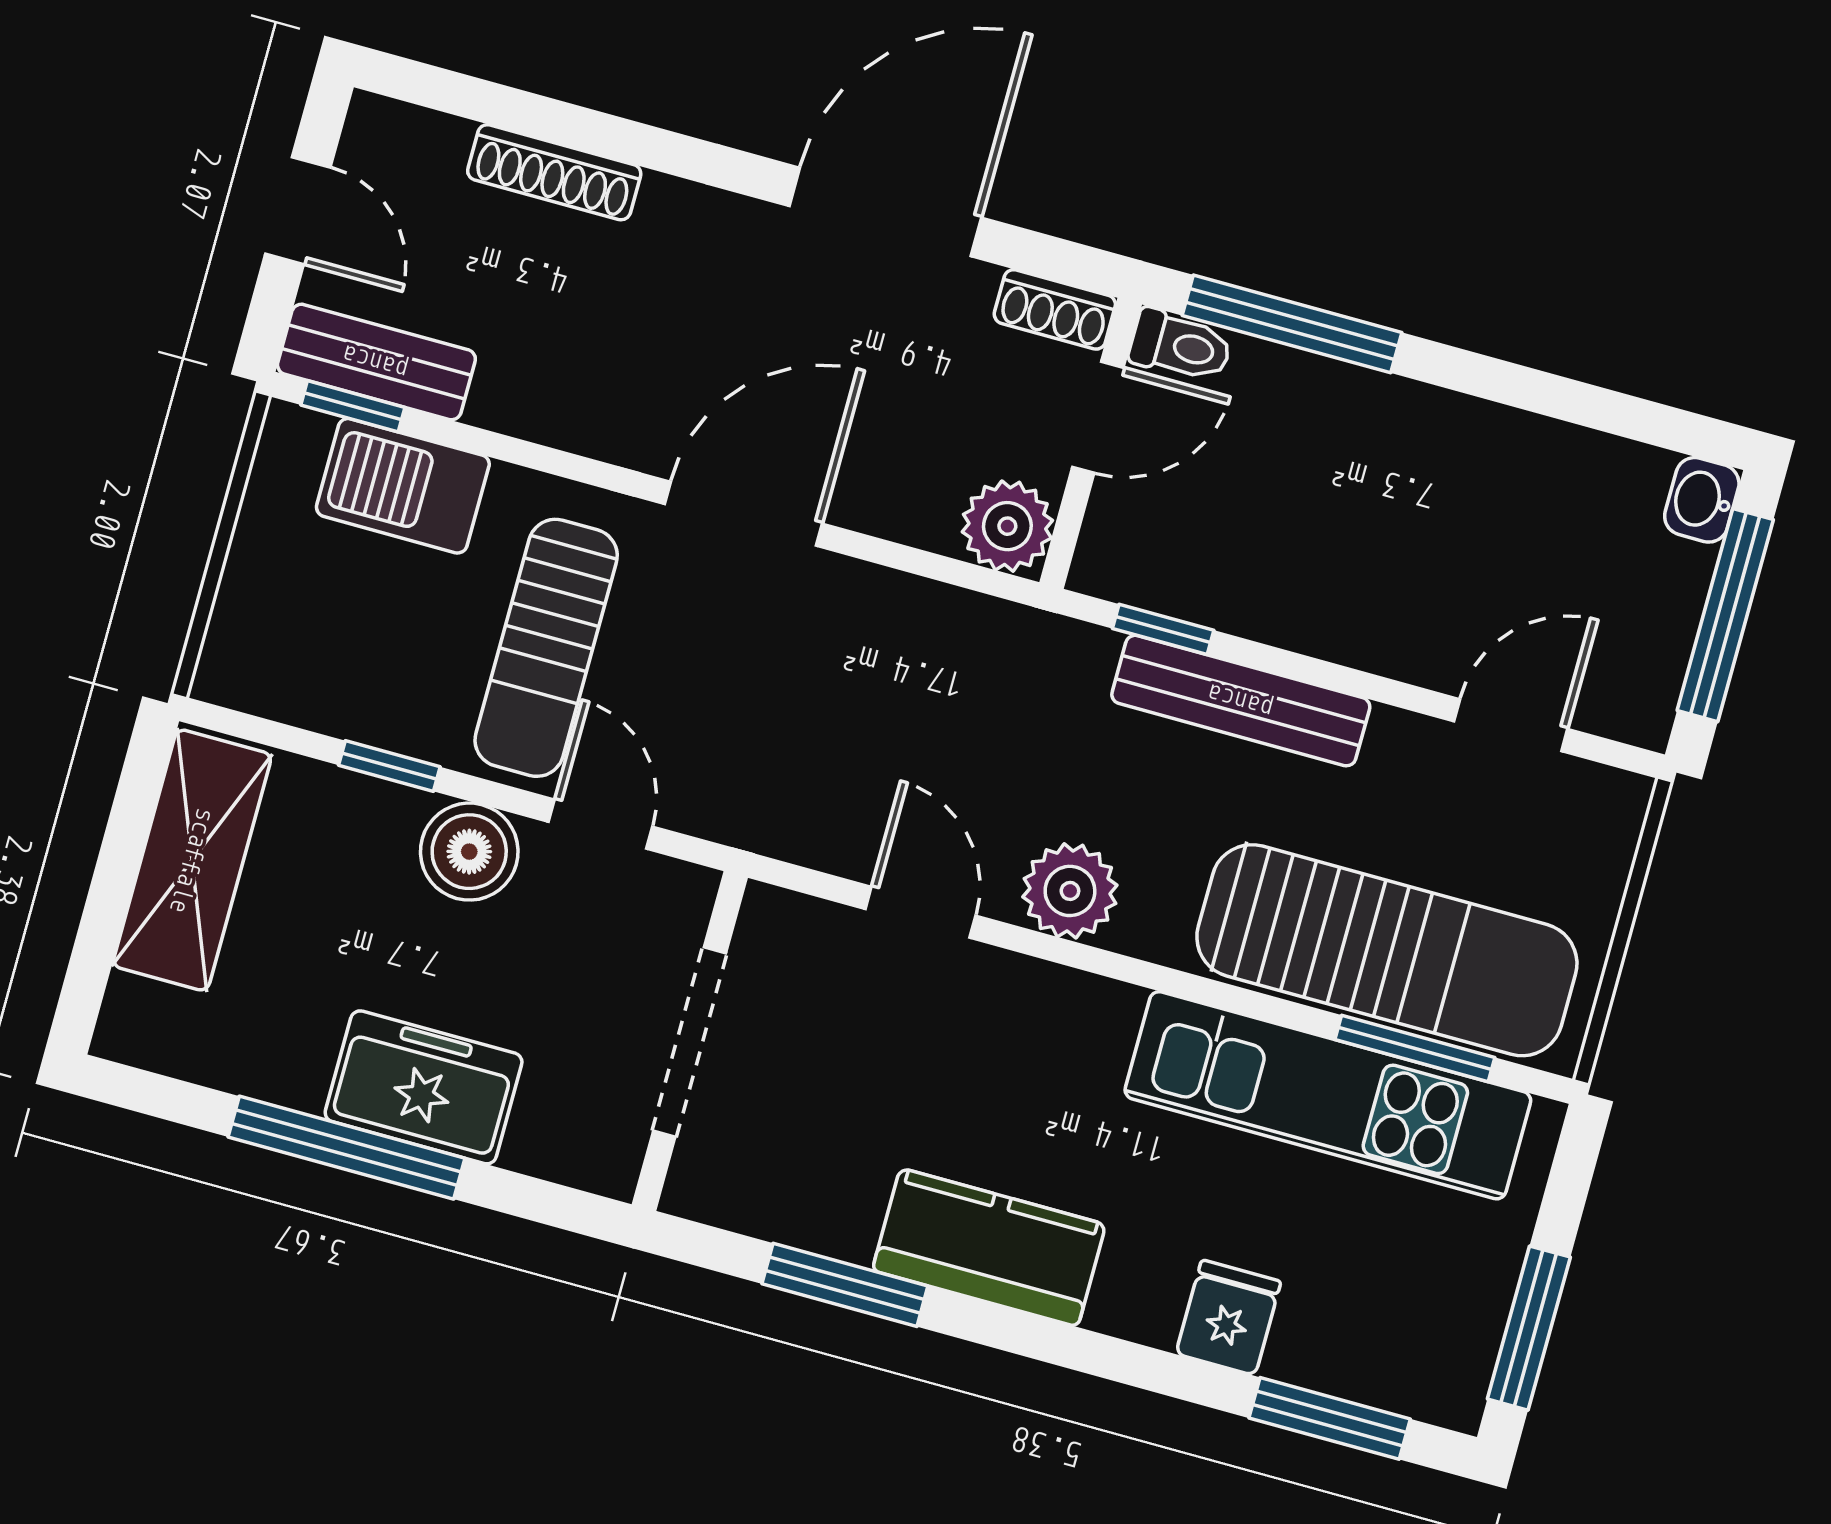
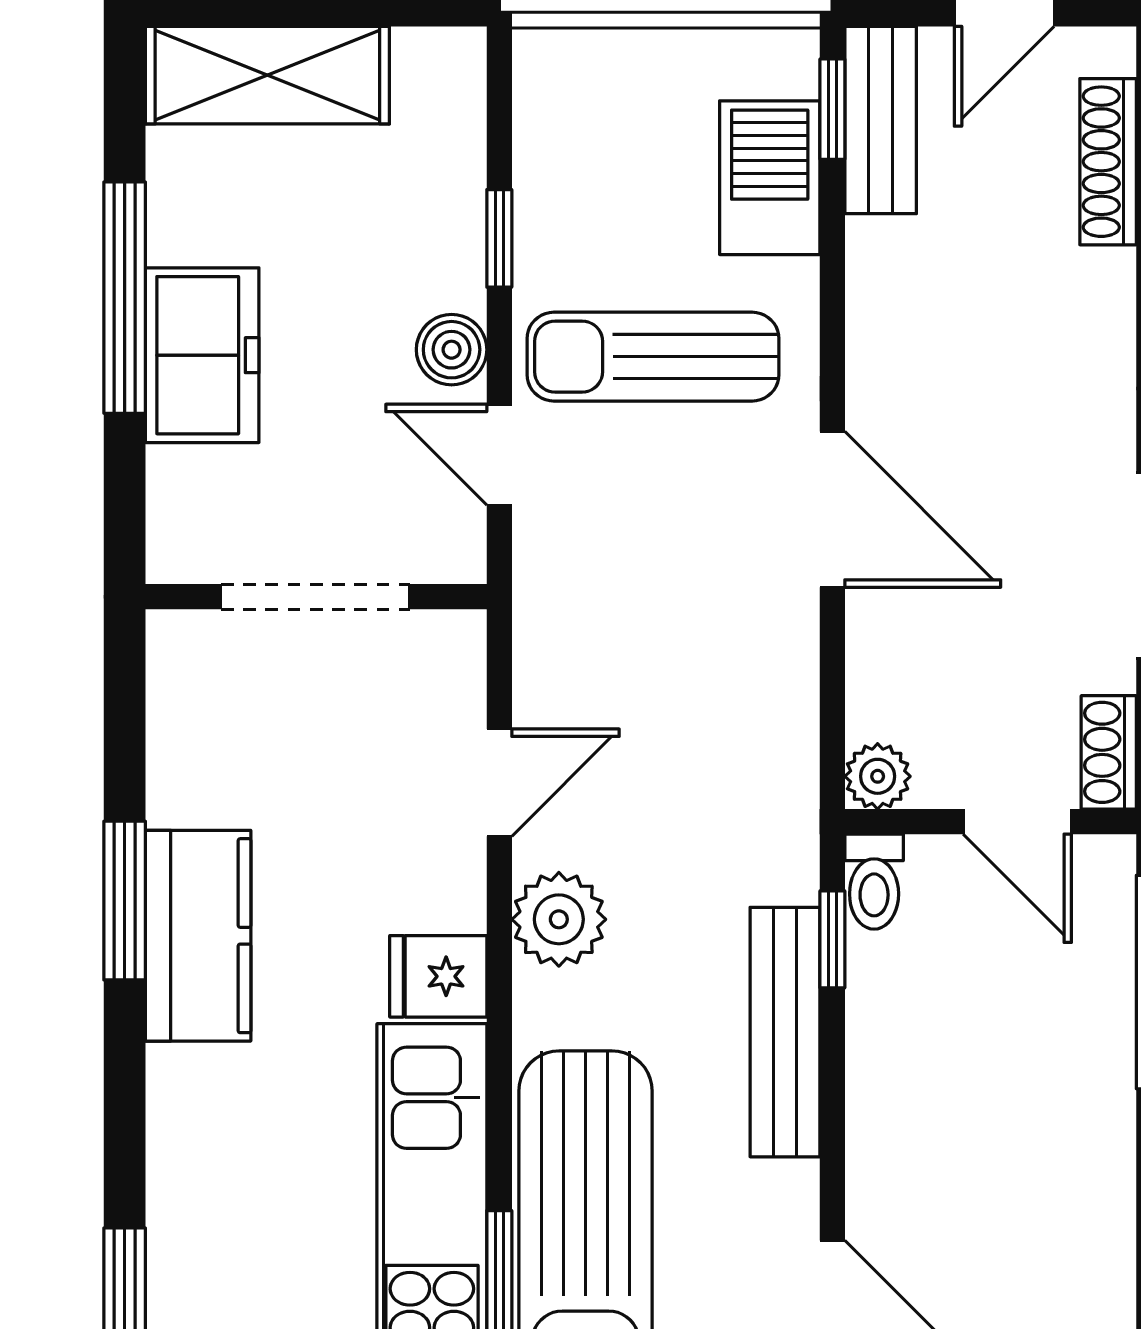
shoe rack: (554, 172) -> (1108, 162), moved
toilet: (1181, 346) -> (874, 882), moved
plant: (1007, 526) -> (878, 776), width x0.73, depth x0.73
door: (601, 824) -> (499, 455), swing flipped
boiler: (469, 852) -> (452, 350), width x0.73, depth x0.73
shelving: (192, 860) -> (267, 75), moved
window: (845, 1285) -> (125, 901), moved
fridge: (1228, 1318) -> (438, 976), moved, turned 180

